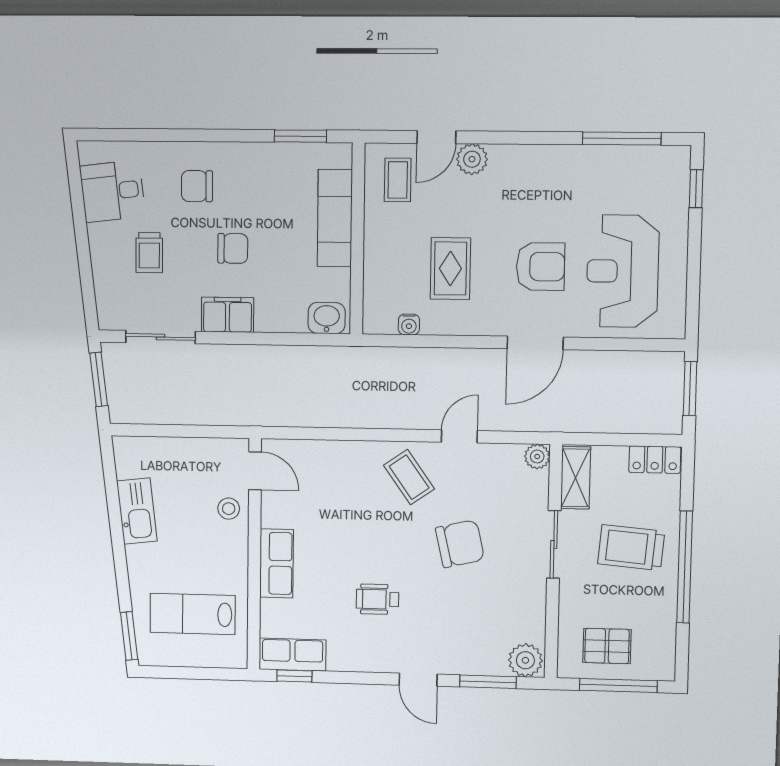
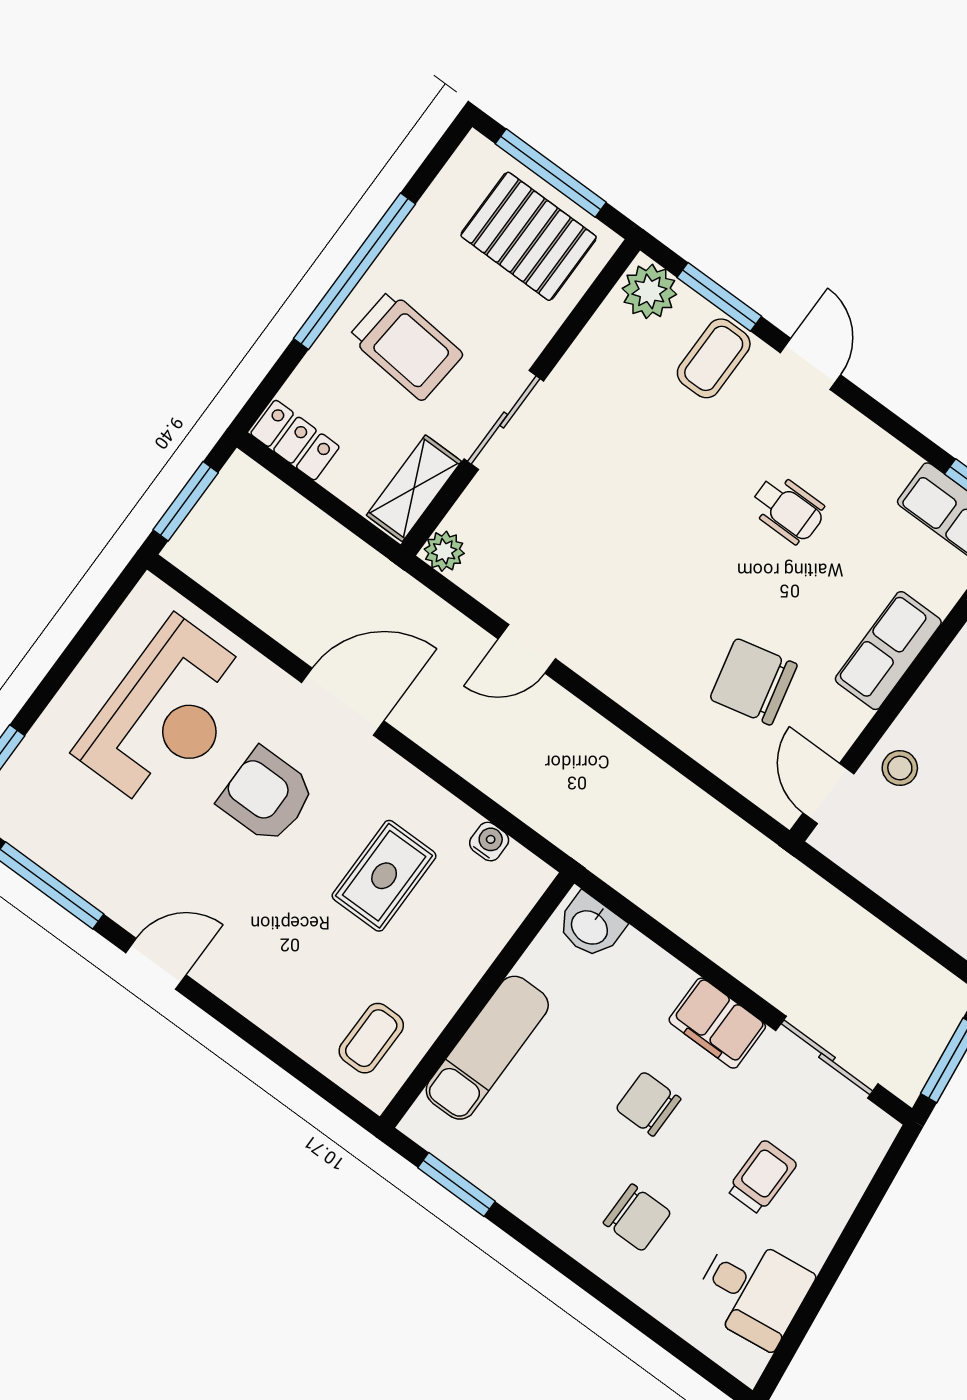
door: (436, 137) -> (156, 964), moved
plant: (472, 159) -> (257, 996), removed
coffee table: (409, 477) -> (714, 358), moved, turned 35
chair: (460, 544) -> (754, 682), moved
pallet: (607, 646) -> (529, 236), width x1.50, depth x1.42

